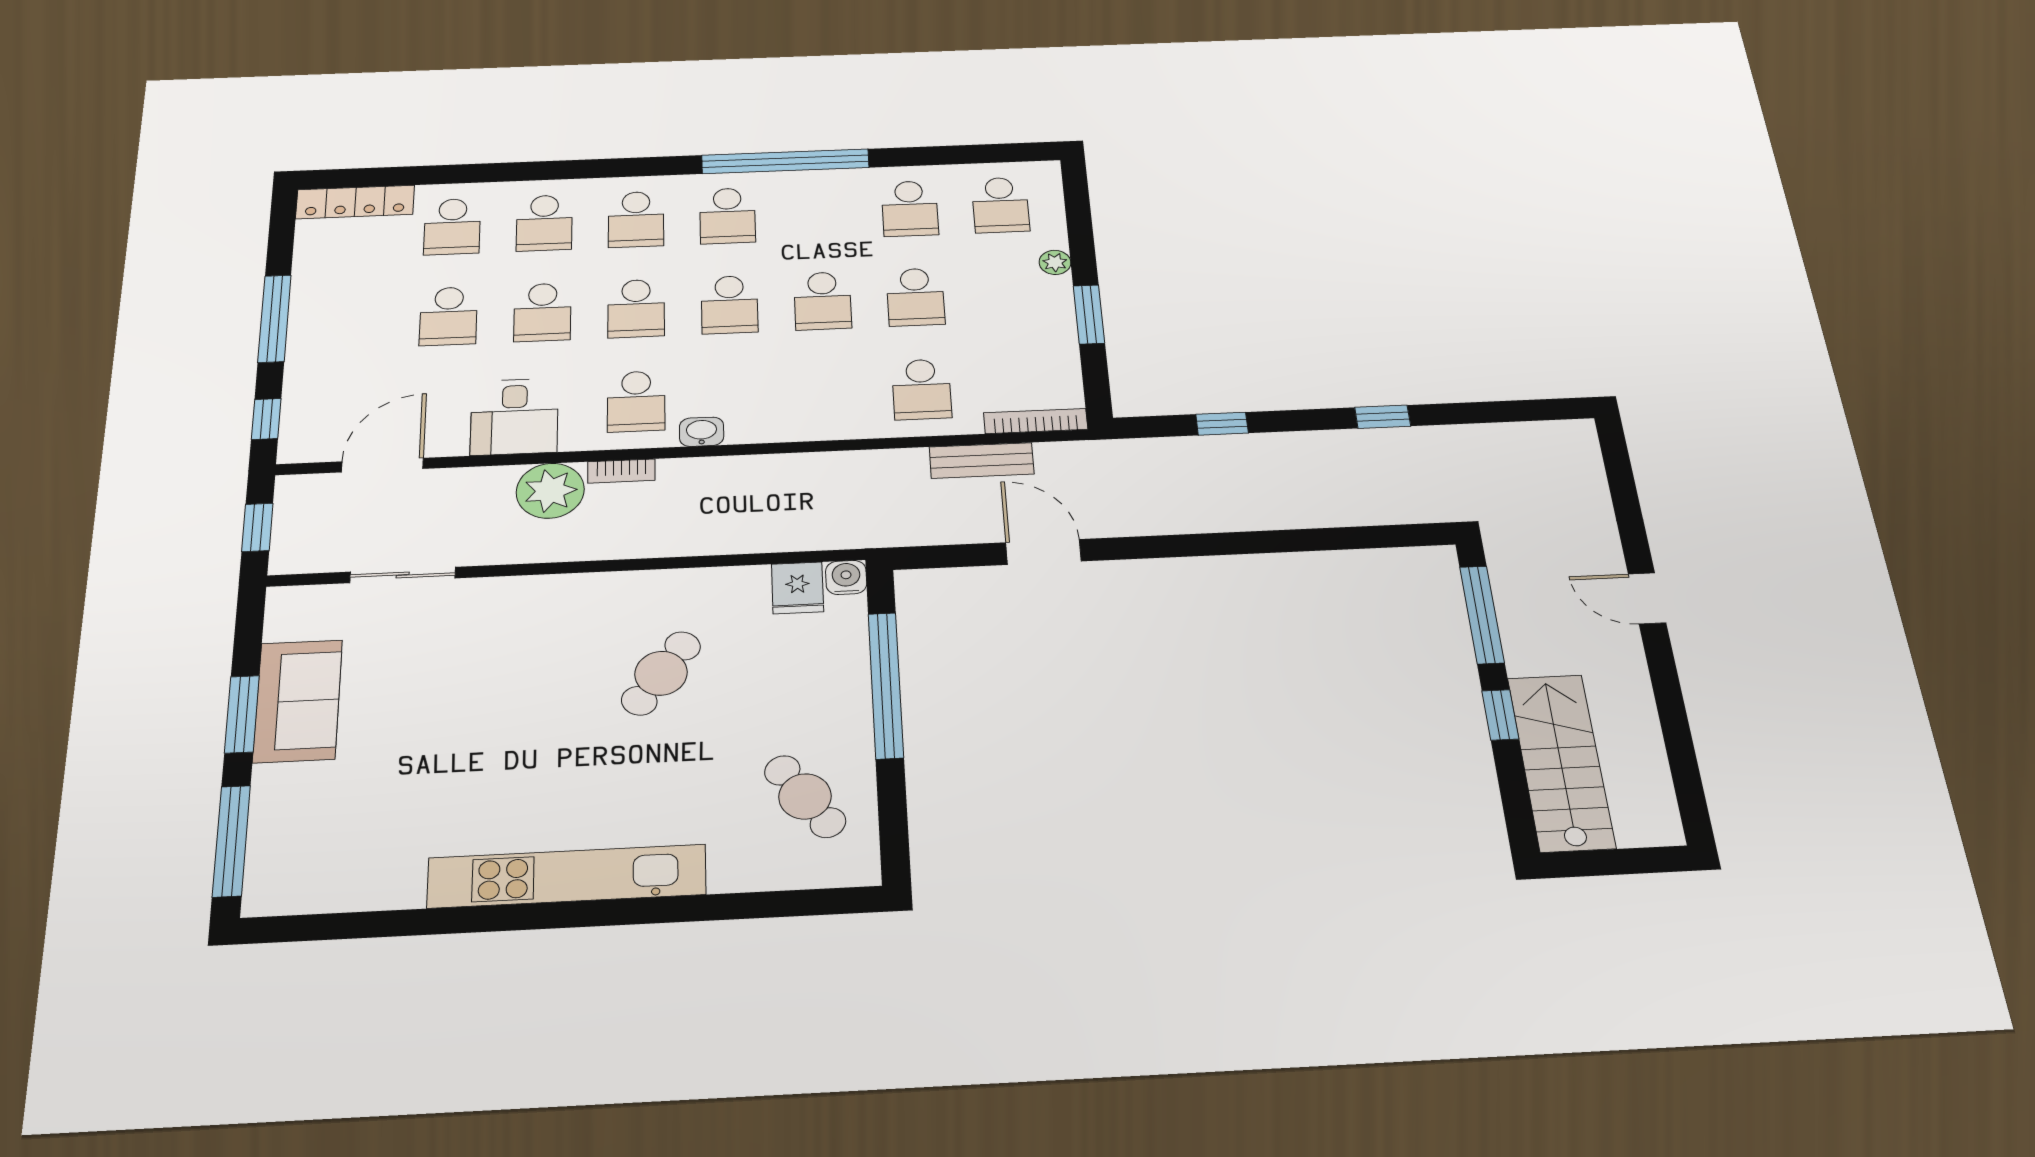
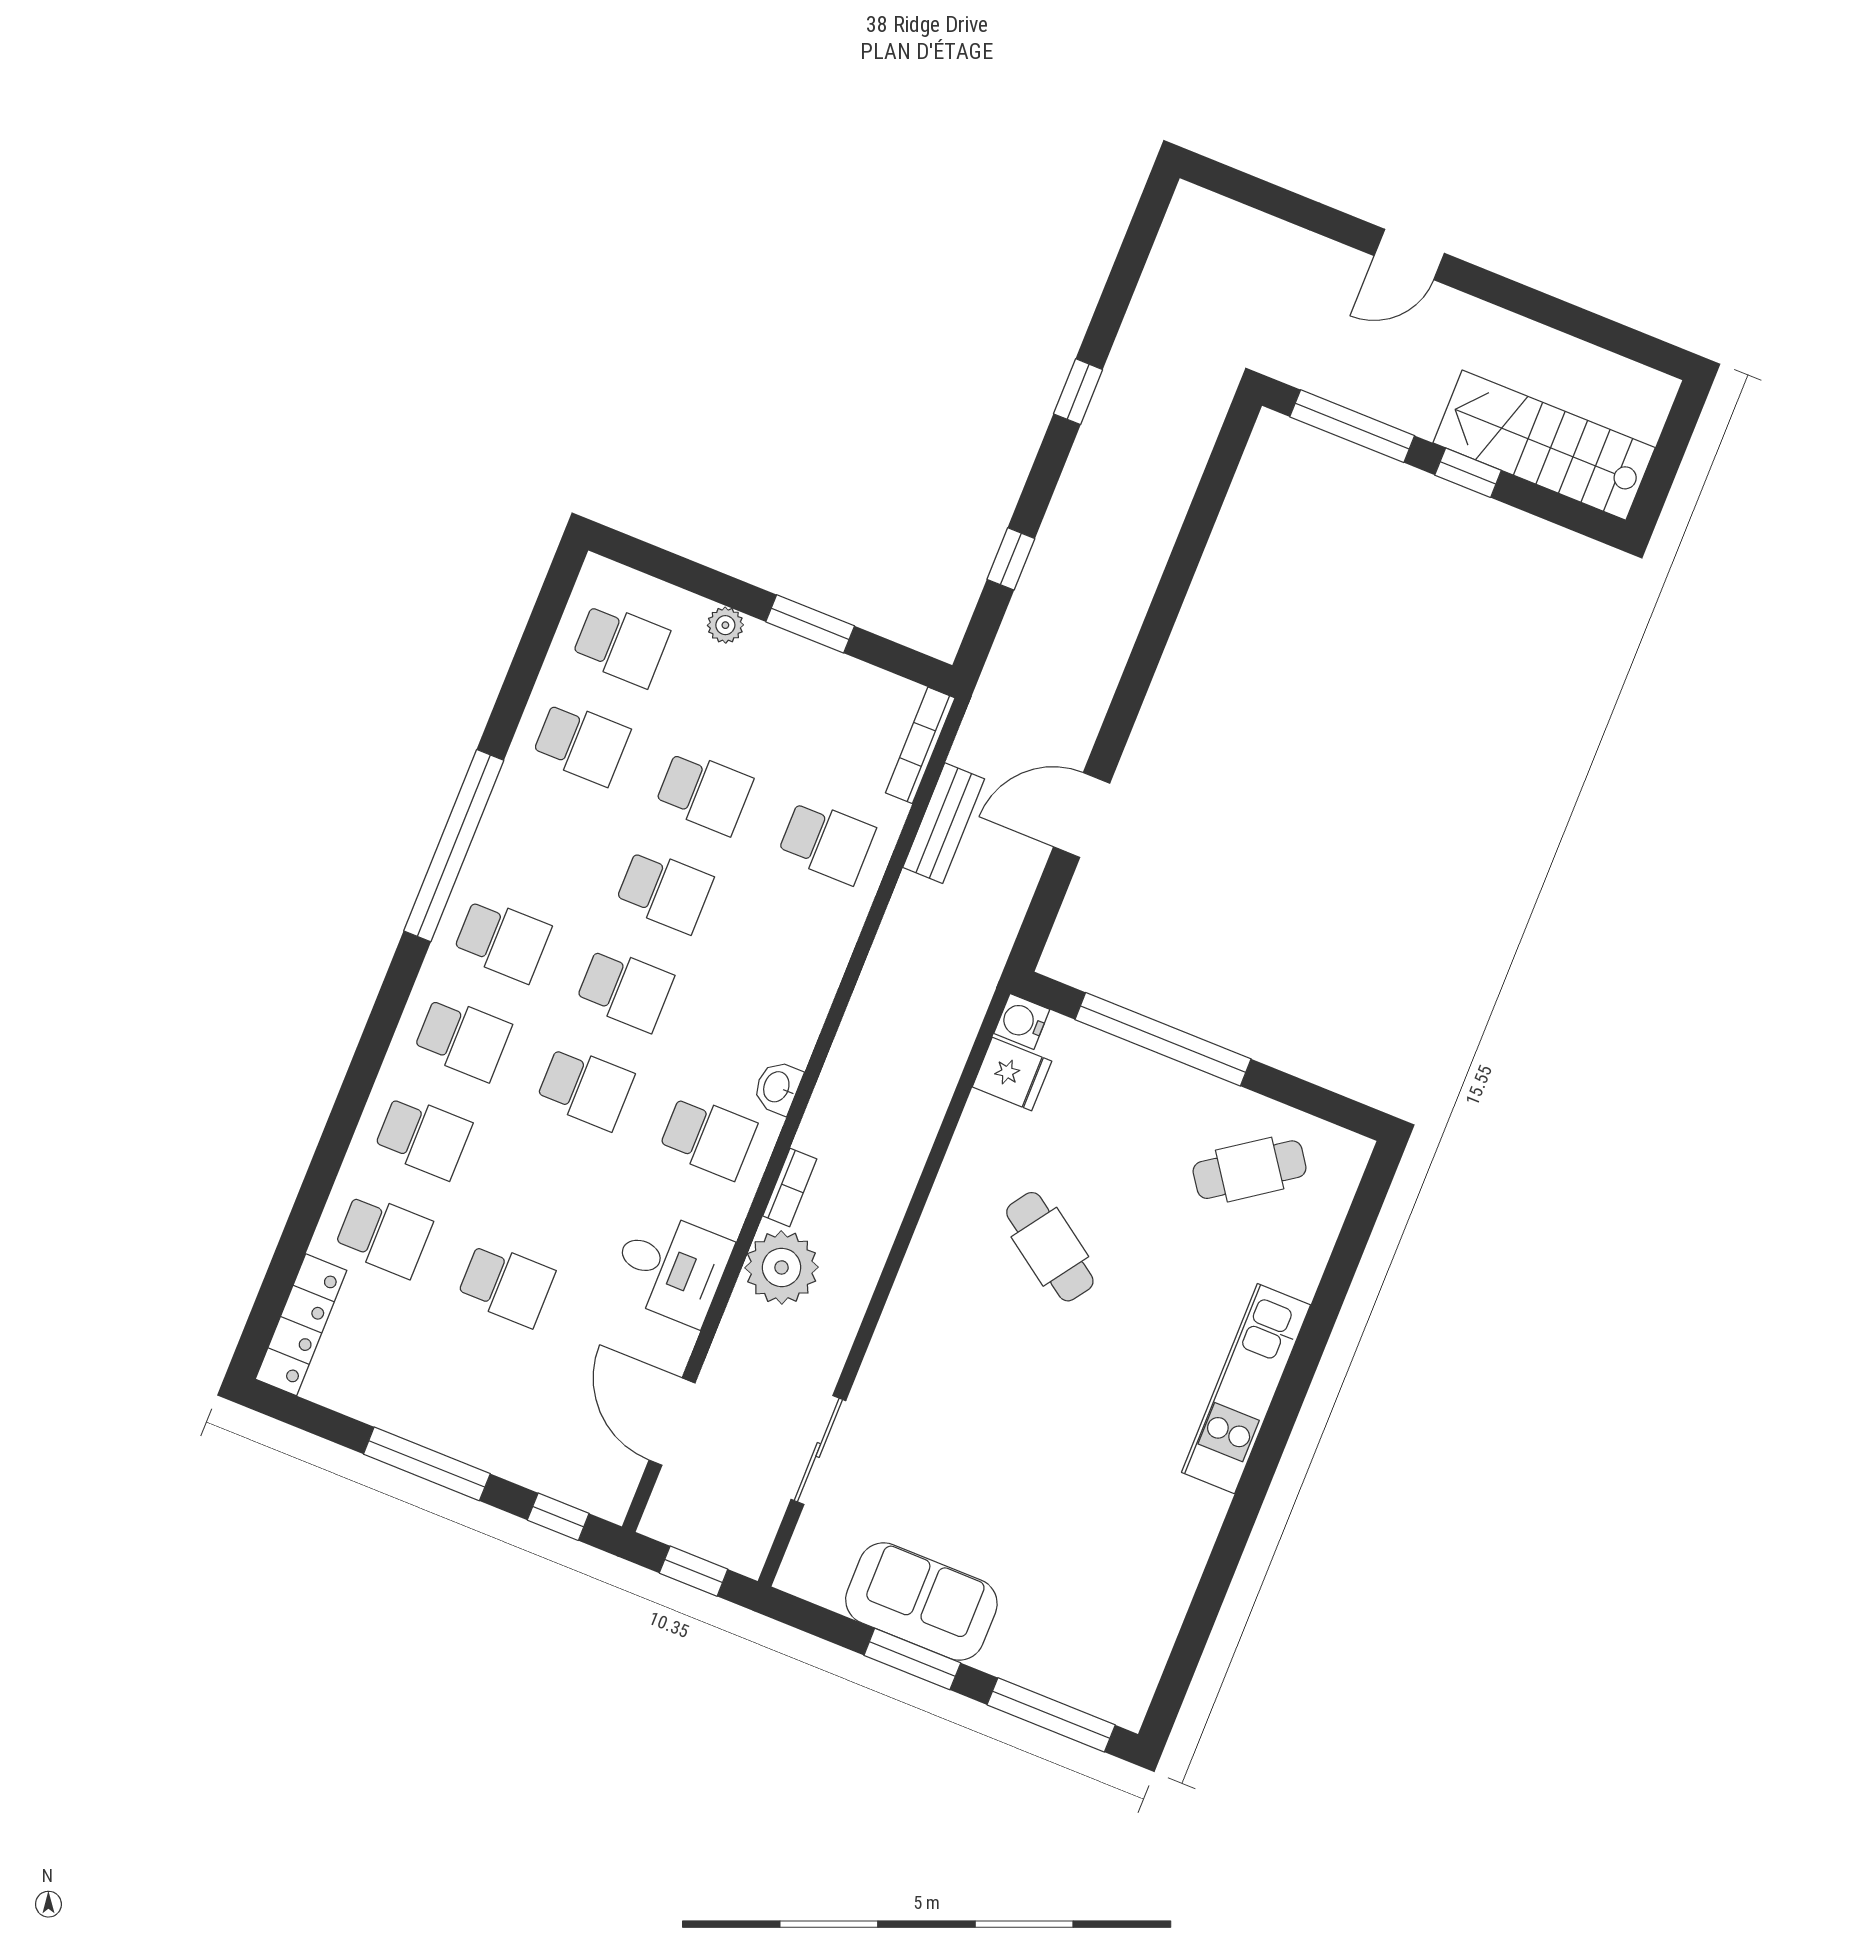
school desk: (542, 312) -> (546, 1186), removed
kitchen unit: (567, 876) -> (1246, 1389), width x0.73

